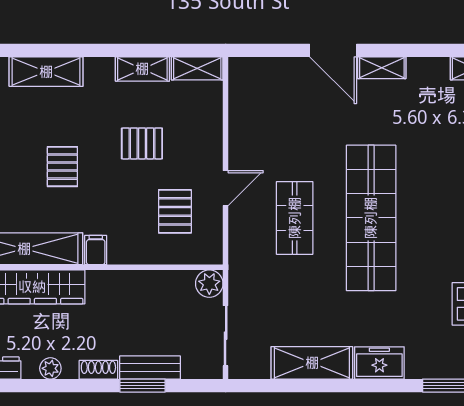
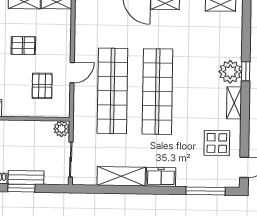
shop shelf: (295, 218) -> (112, 91), width x2.00, depth x1.36

